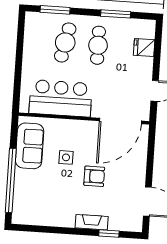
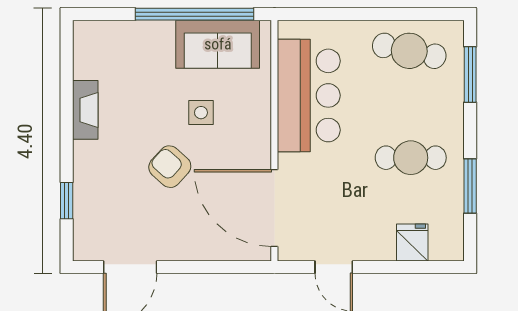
cafe table: (65, 42) -> (409, 51), moved
armchair: (94, 176) -> (170, 167), turned 132
window: (11, 180) -> (195, 14), moved
fireplace: (92, 222) -> (85, 110), moved

